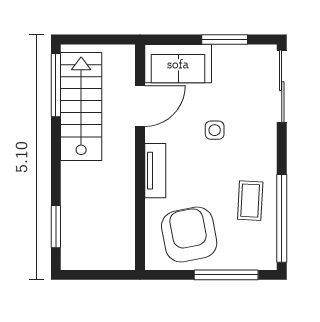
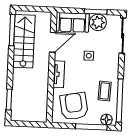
plant: (230, 61) -> (98, 22), added
floor lamp: (257, 259) -> (106, 120), added

